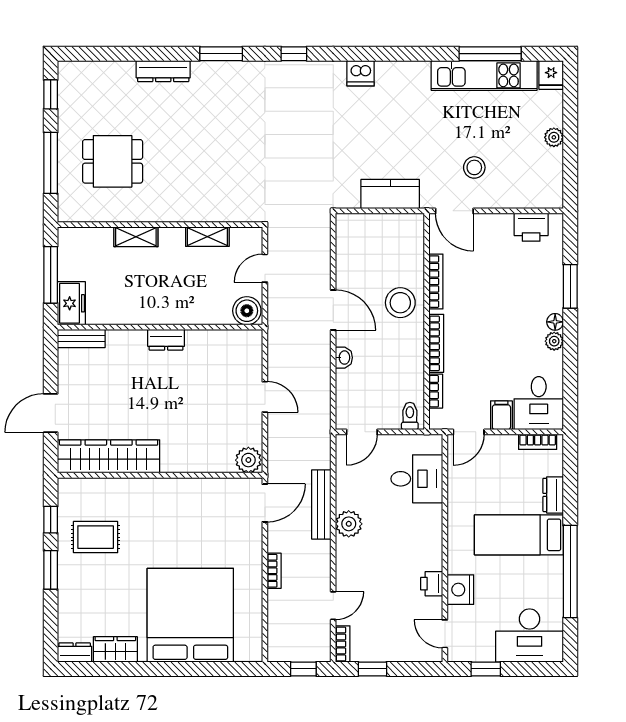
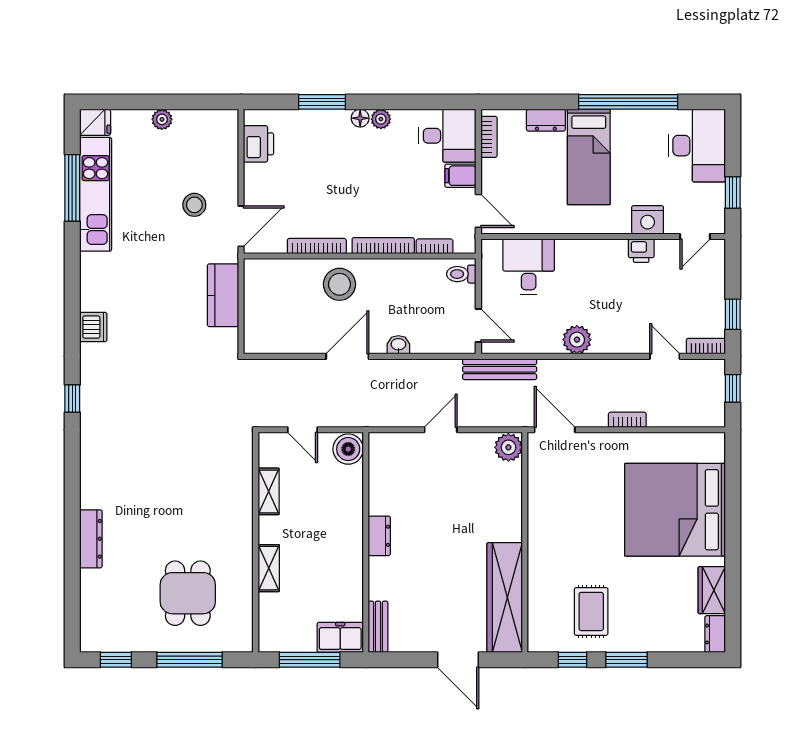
window: (221, 54) -> (72, 477), removed
bench: (321, 505) -> (500, 369), moved

